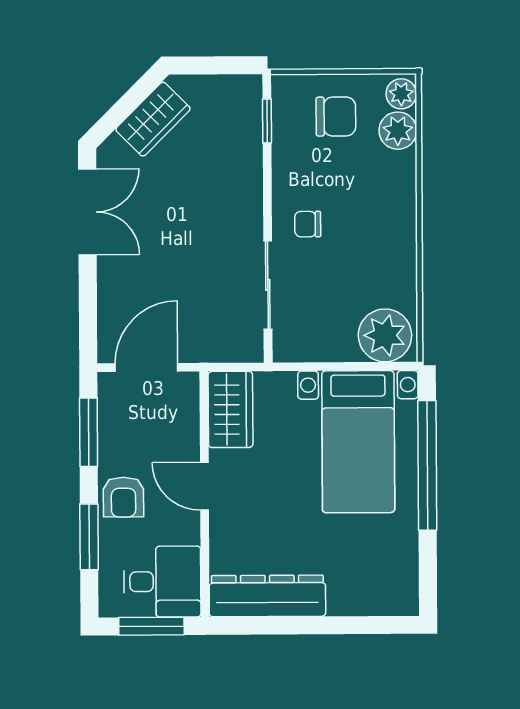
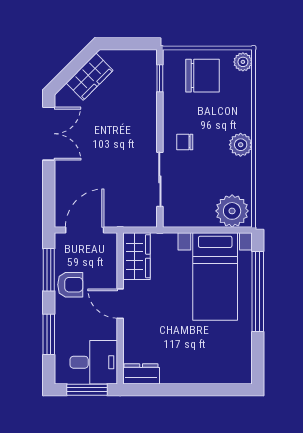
chair: (336, 117) -> (202, 76), width x1.37, depth x1.37
plant: (398, 131) -> (241, 145), moved
armchair: (123, 497) -> (70, 285), moved, turned -90
dresser: (267, 596) -> (141, 374), width x0.51, depth x0.80

